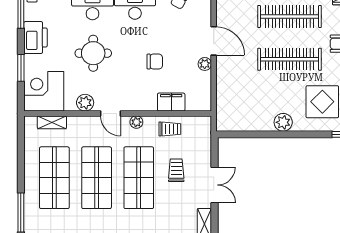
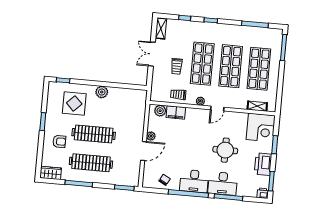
door: (214, 41) -> (144, 151), swing flipped
chair: (155, 62) -> (184, 141), removed
plant: (85, 103) -> (160, 111), moved
door: (110, 113) -> (217, 109), swing flipped

